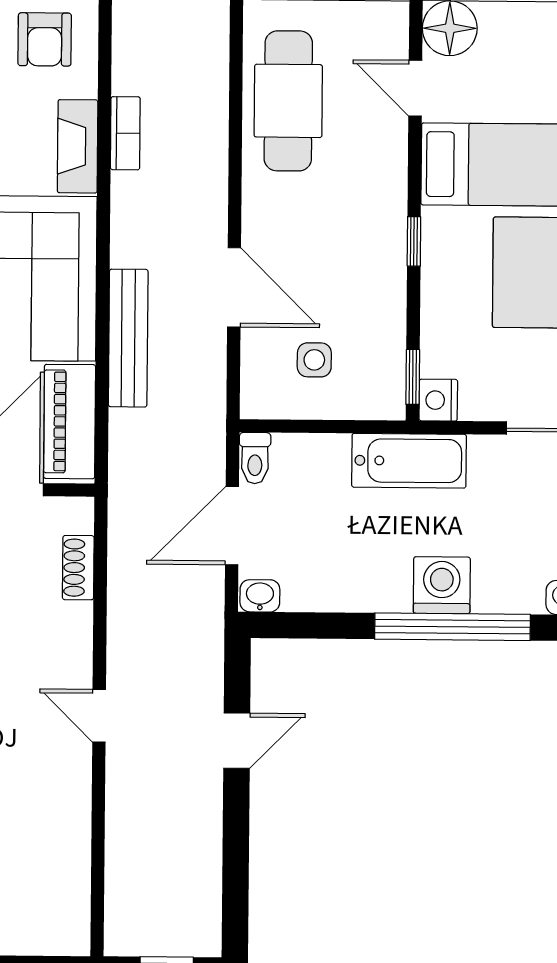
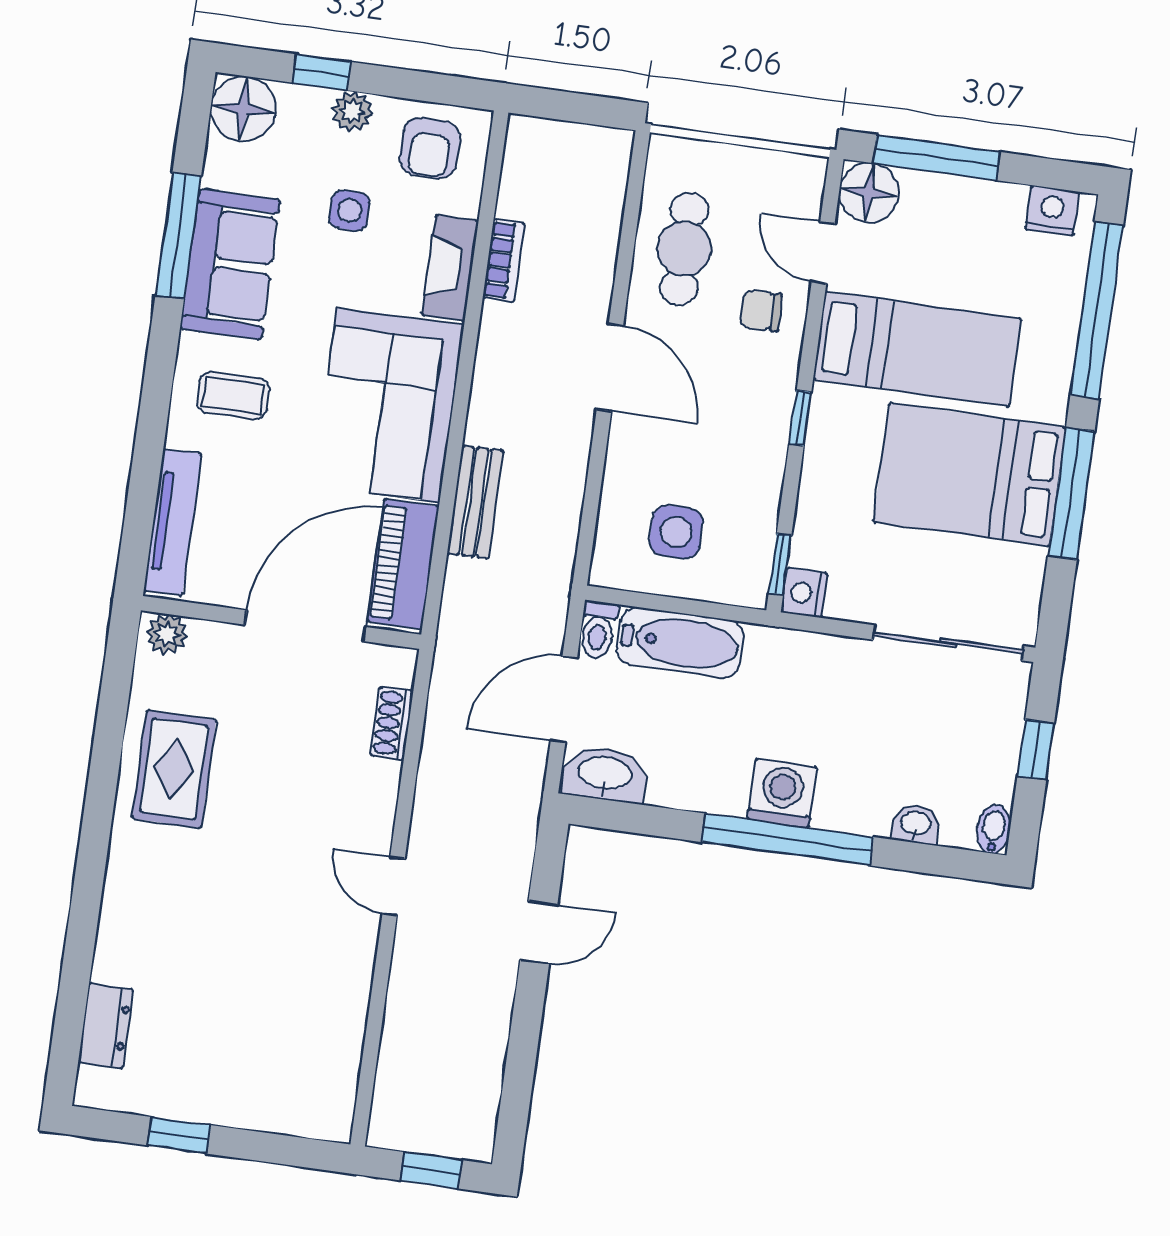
cafe table: (288, 101) -> (684, 249), width x0.73, depth x0.74
chair: (366, 148) -> (761, 311), added
door: (234, 287) -> (610, 368), moved
bench: (128, 338) -> (475, 502), width x0.73
side table: (314, 360) -> (676, 532), width x1.37, depth x1.37
bathtub: (409, 461) -> (680, 642), moved
washbasin: (260, 596) -> (605, 774), width x1.91, depth x1.45

